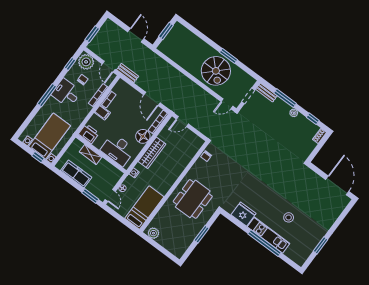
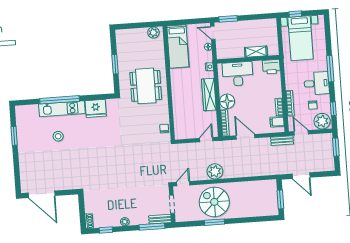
plant: (196, 93) -> (215, 171), added
window: (285, 98) -> (152, 227), moved
filing cabinet: (102, 113) -> (277, 122), moved
freezer: (76, 174) -> (254, 27), removed

